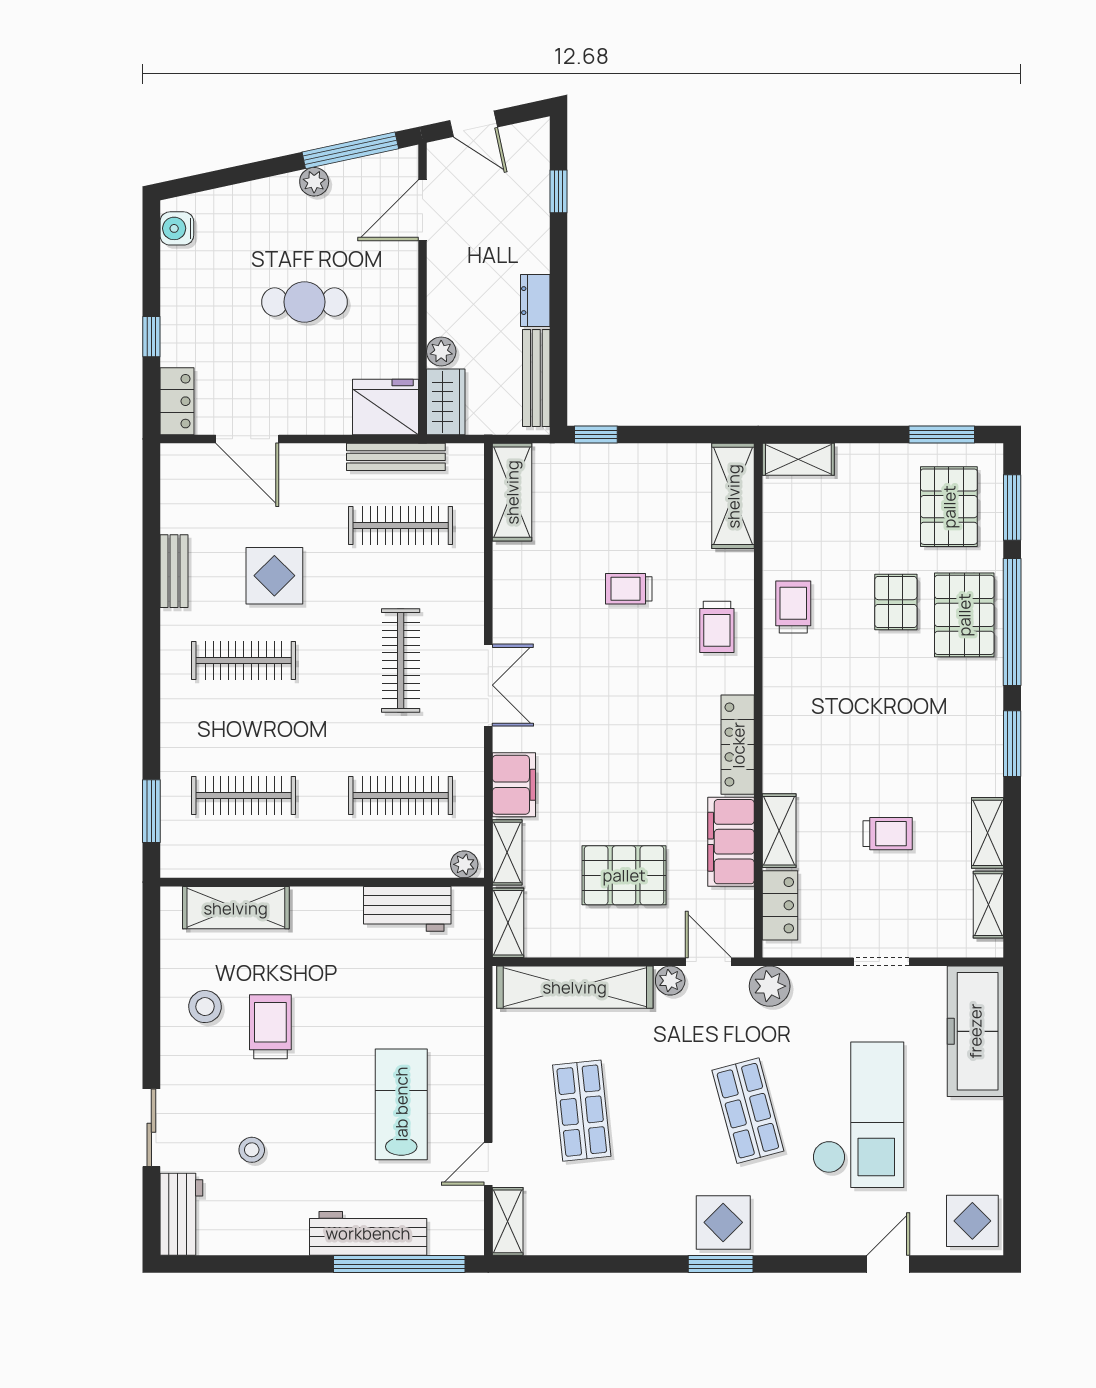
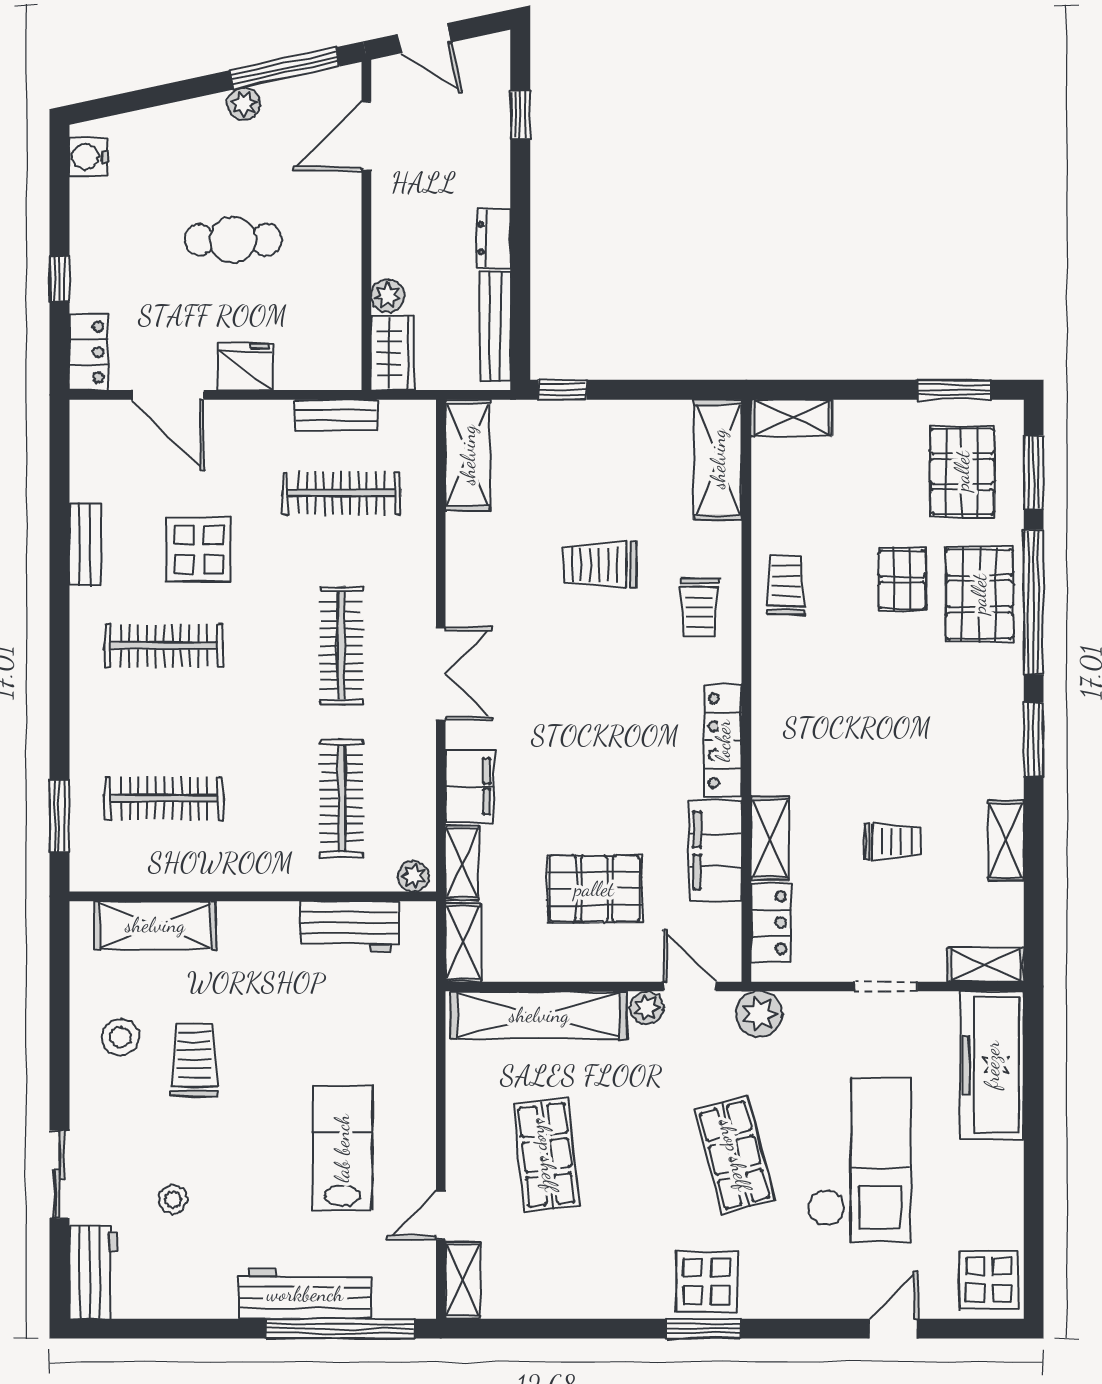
fridge: (385, 407) -> (245, 367), moved, width x0.73, depth x0.75
bench: (396, 457) -> (336, 415), width x0.73
trolley: (629, 589) -> (600, 564), width x1.36, depth x1.39
clothes rail: (401, 796) -> (342, 798), turned 90
shelving: (988, 905) -> (986, 965), moved, turned 90

